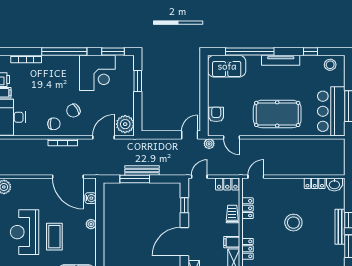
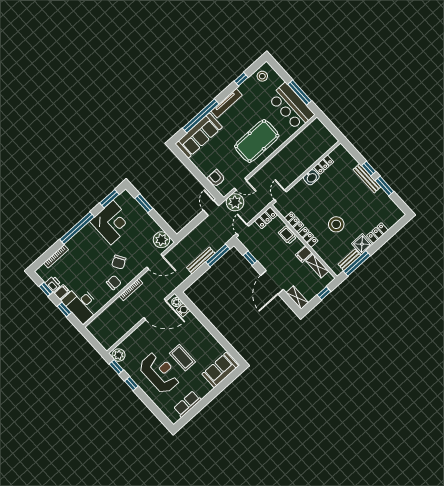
sofa: (227, 66) -> (199, 136), width x1.36
door: (103, 137) -> (155, 262), swing flipped
plant: (209, 144) -> (235, 202), width x1.87, depth x1.87
window: (135, 179) -> (218, 255), moved
washbasin: (334, 184) -> (311, 177), moved
stool: (293, 223) -> (336, 224), moved
plant: (91, 224) -> (176, 302), moved
reception desk: (25, 232) -> (160, 373), turned 180
locker: (248, 249) -> (308, 237), moved

